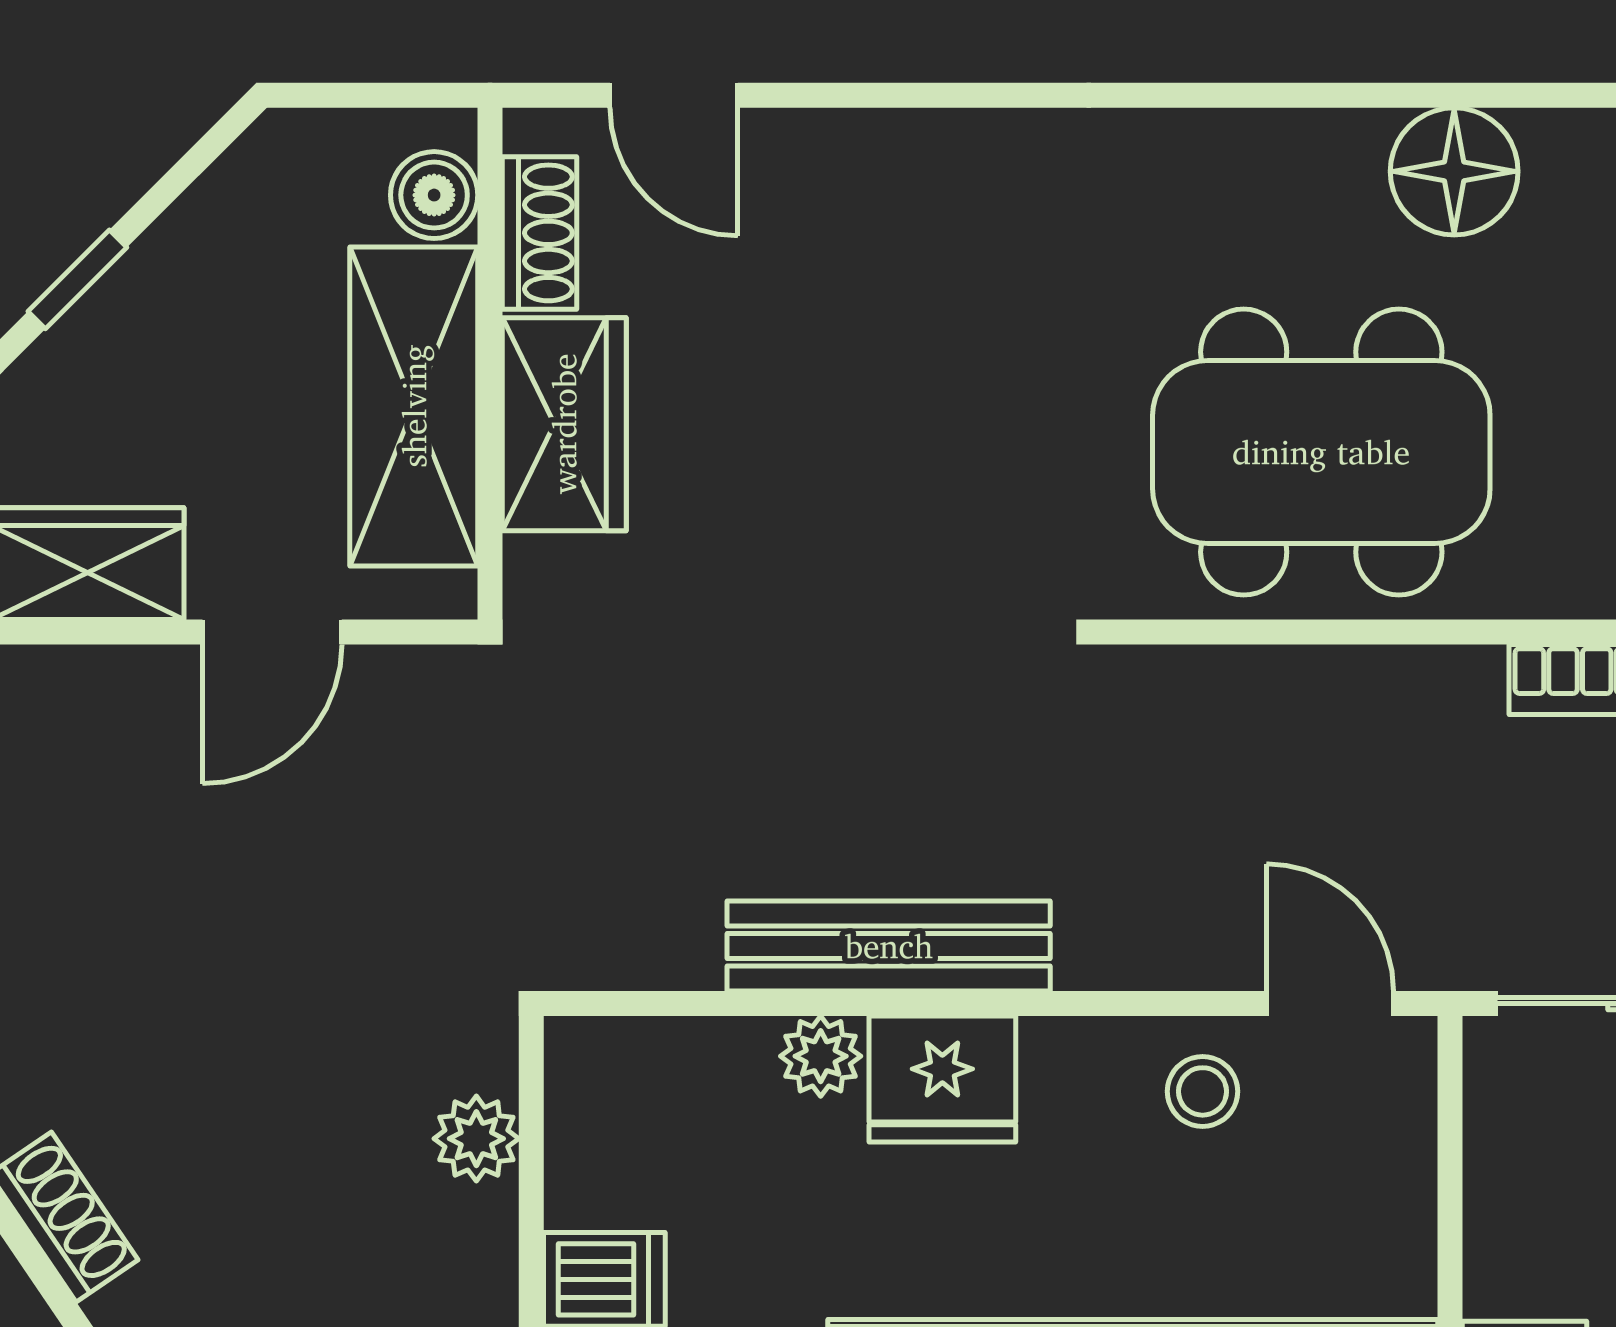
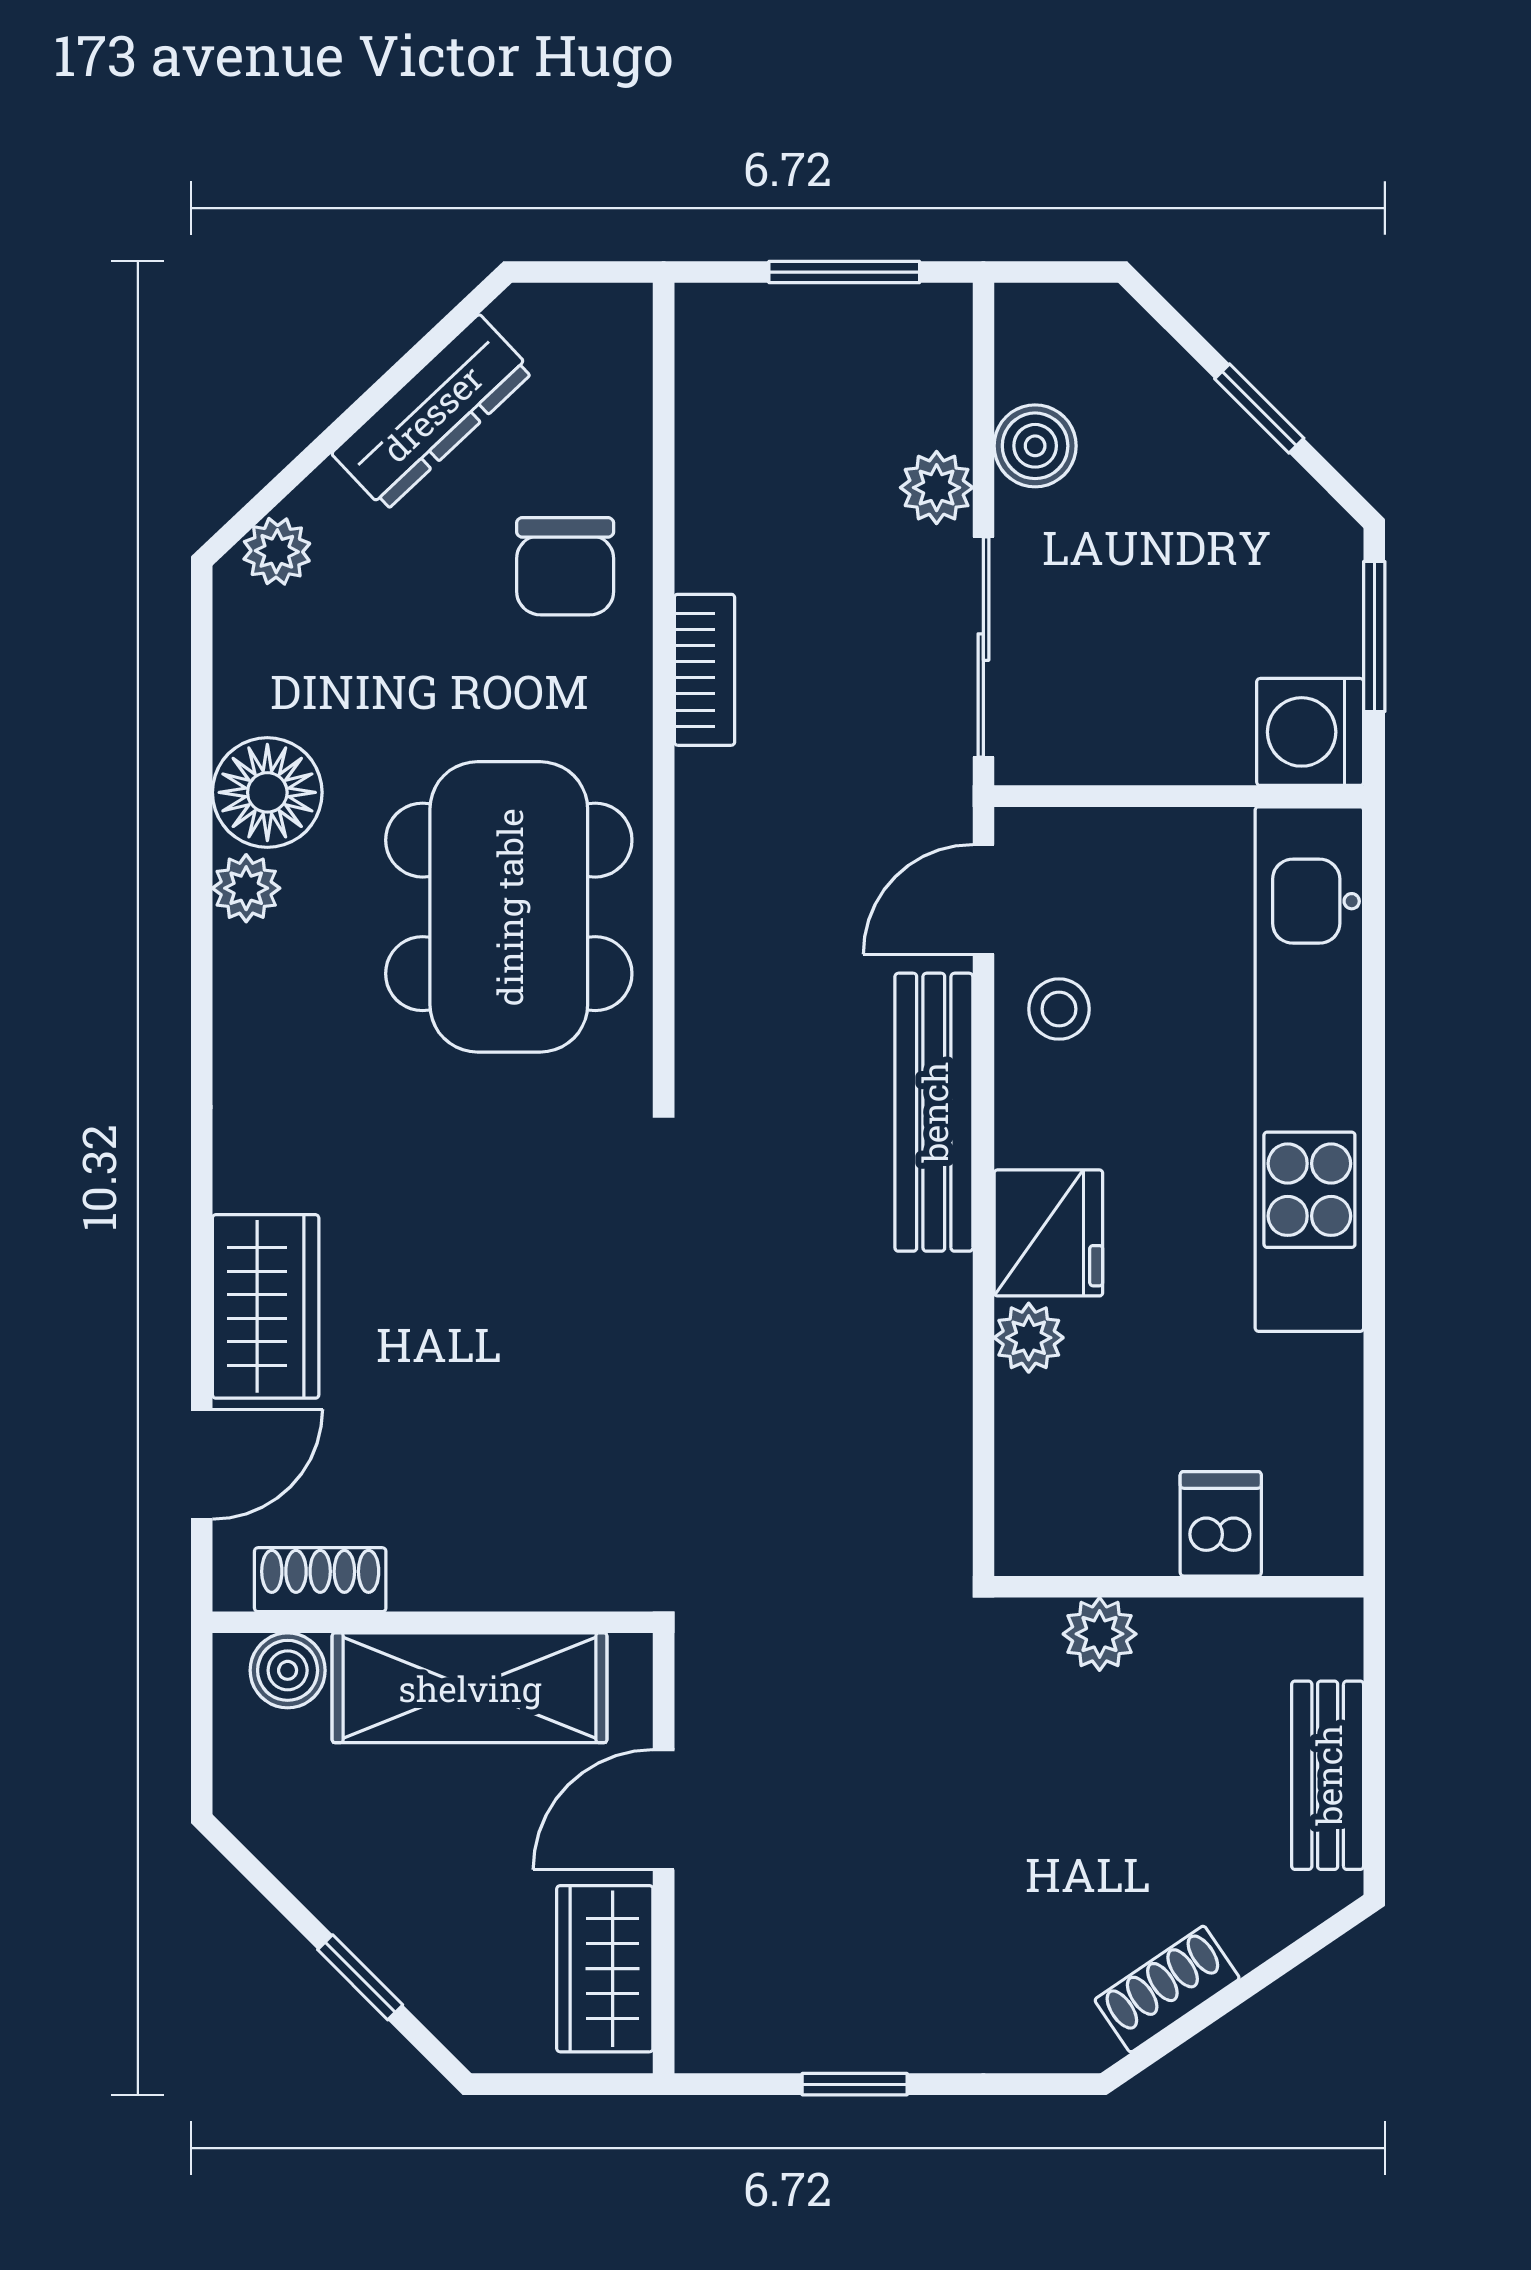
plant: (1343, 147) -> (246, 888), added
wardrobe: (564, 424) -> (266, 1306), moved, turned 90
door: (272, 632) -> (664, 1810), swing flipped
bench: (889, 946) -> (934, 1112), moved

